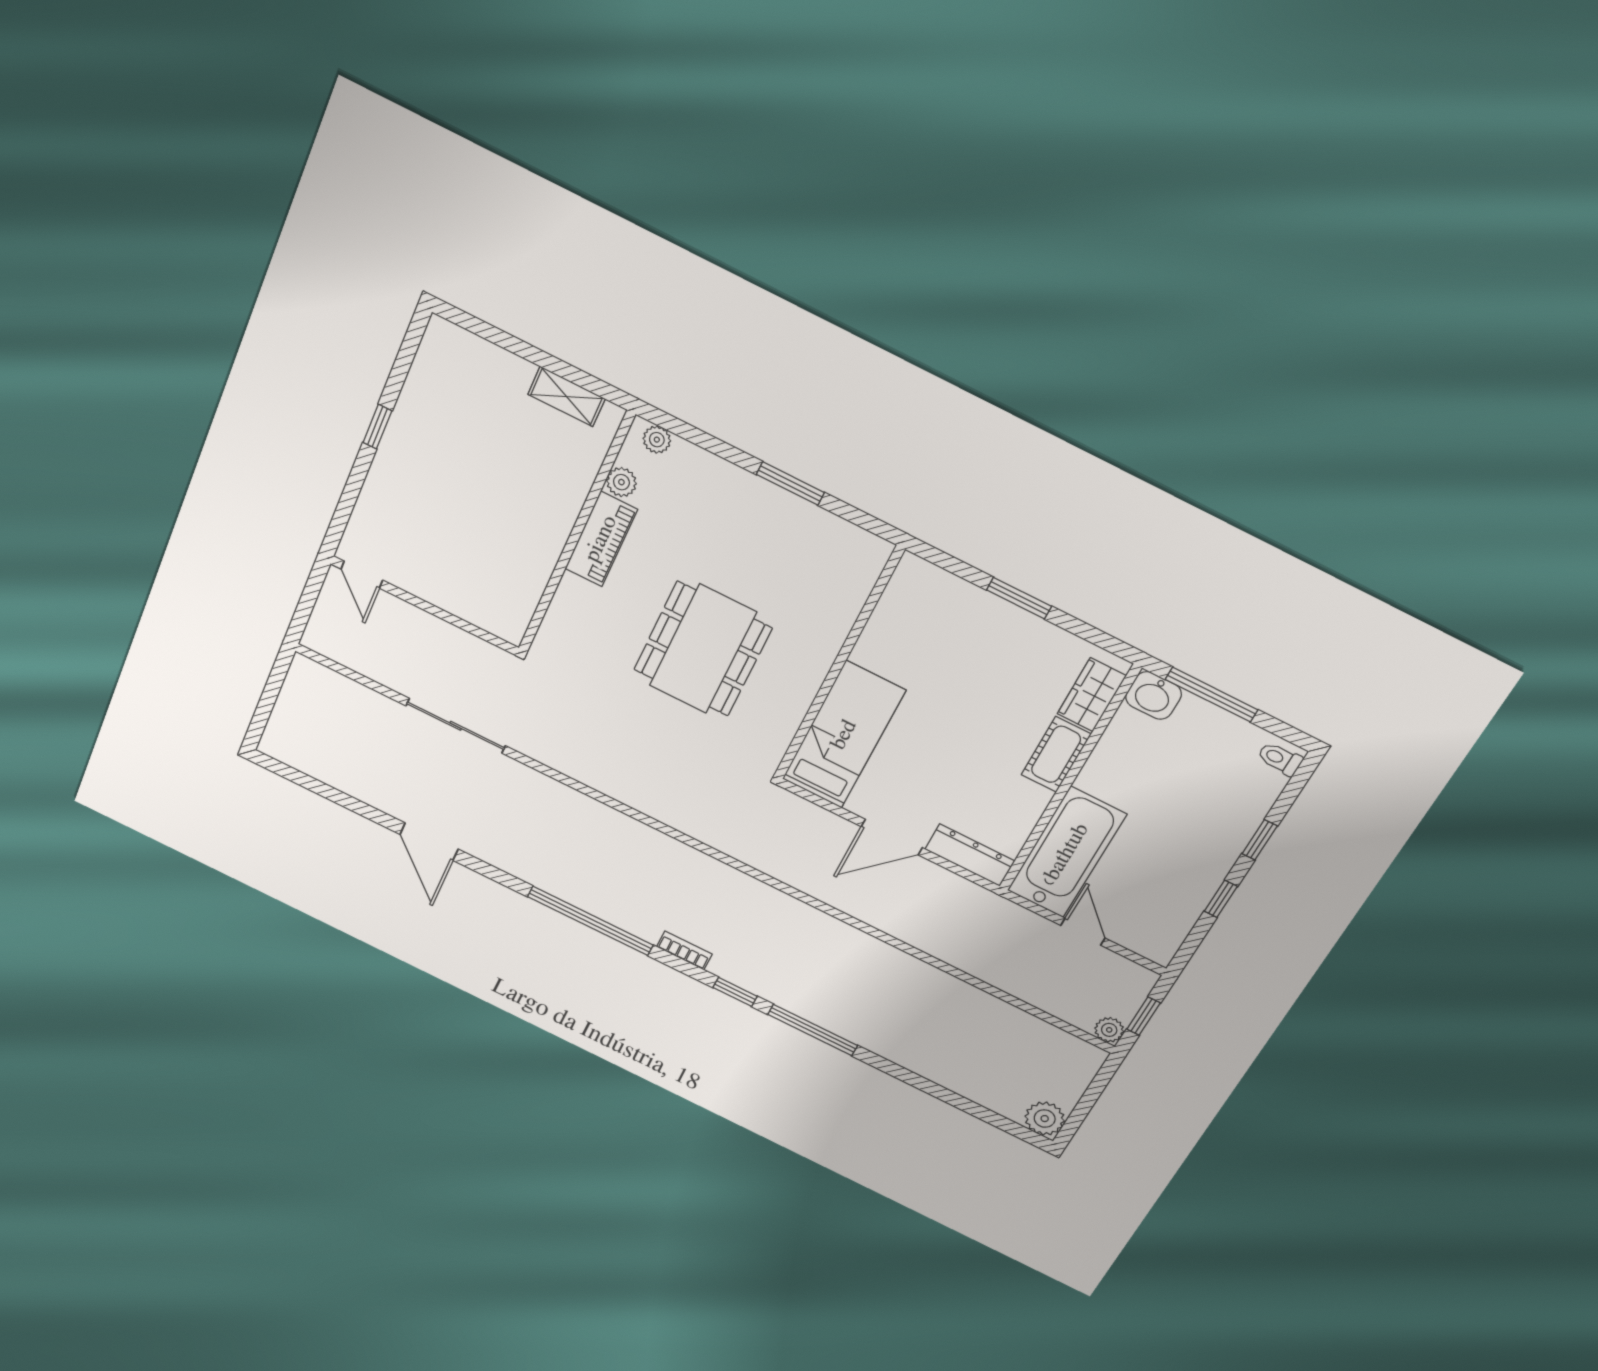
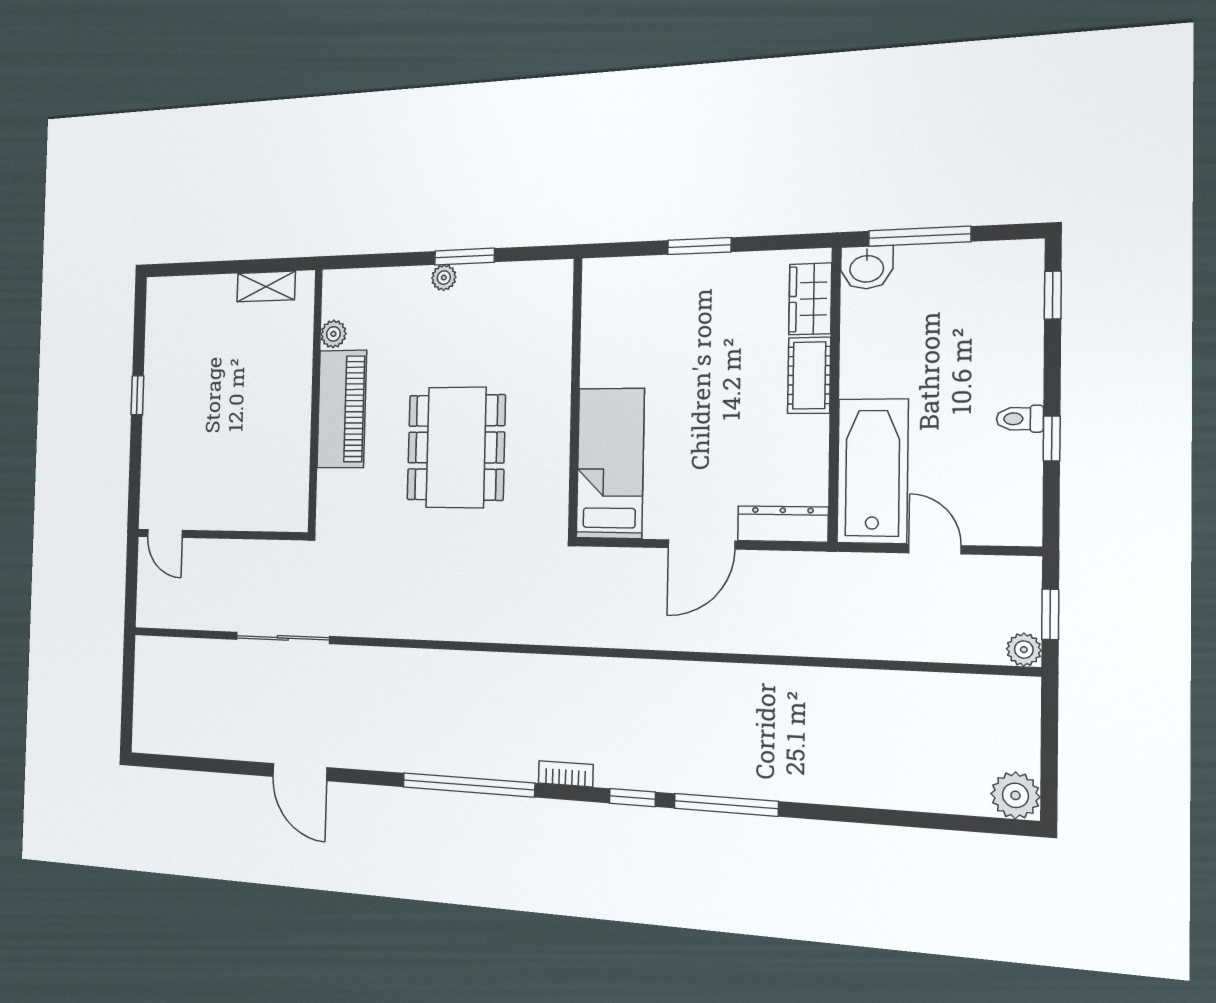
plant: (657, 440) -> (444, 278), moved
piano: (601, 539) -> (342, 409), width x1.37, depth x1.33
toilet: (1280, 759) -> (1020, 419), moved
window: (1260, 840) -> (1053, 295), moved

